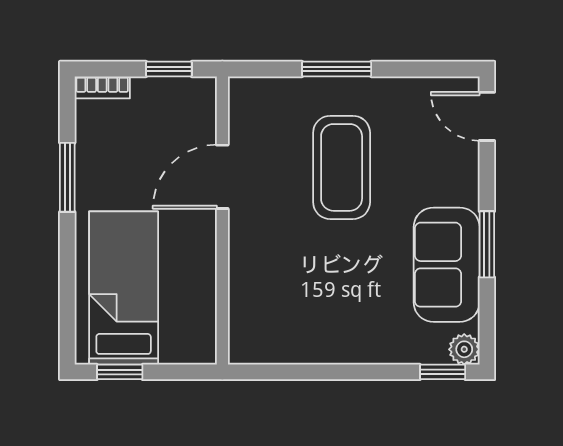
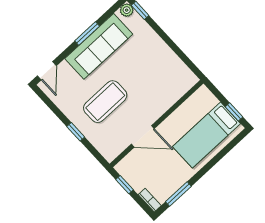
window: (337, 69) -> (76, 132), width x0.67
window: (67, 177) -> (178, 194), moved
sofa: (447, 265) -> (99, 46), width x1.36

